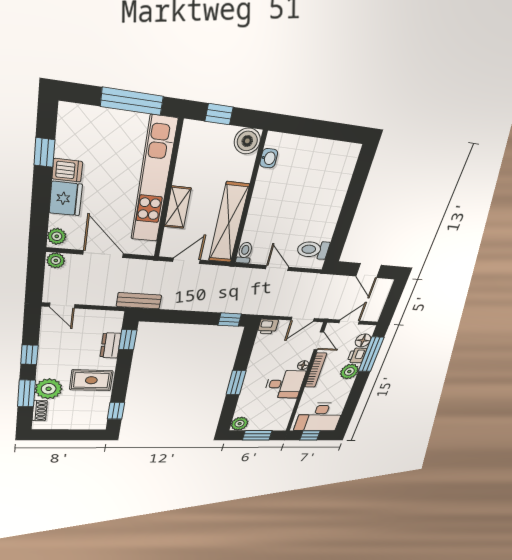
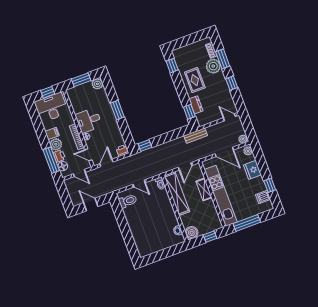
dishwasher: (67, 170) -> (263, 197), moved
door: (349, 322) -> (79, 173), hinge flipped
rug: (91, 380) -> (195, 80), turned 90
filing cabinet: (343, 386) -> (52, 134), added

